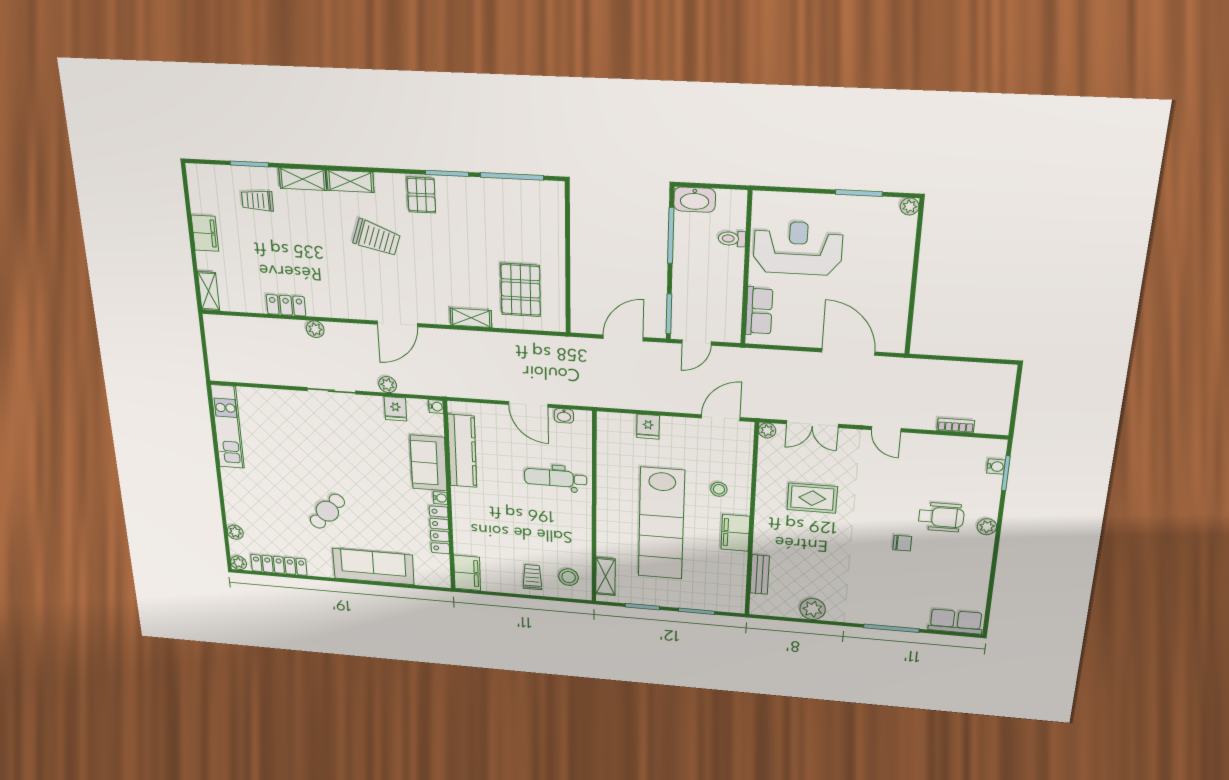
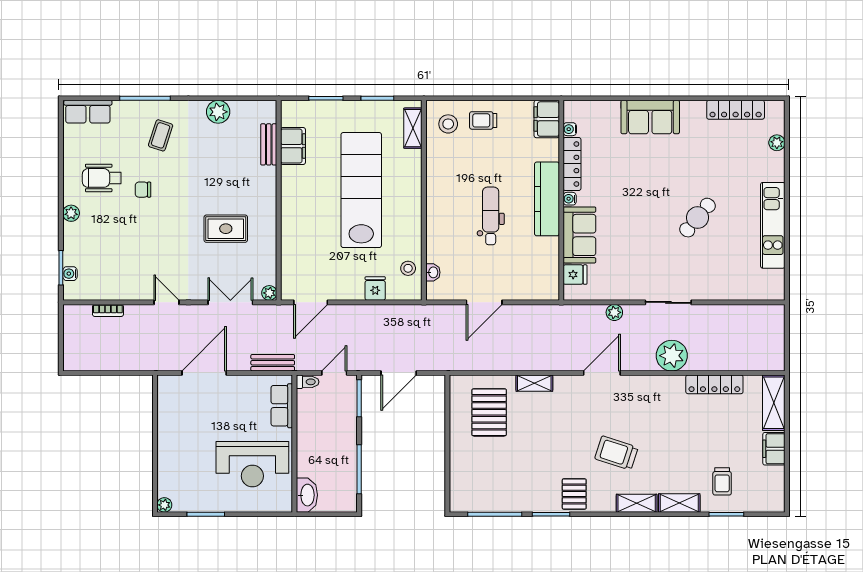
washbasin: (695, 200) -> (307, 495), moved, turned 90
trolley: (257, 201) -> (722, 481), turned 90
toilet: (732, 239) -> (308, 382), moved
shelving: (209, 291) -> (774, 403), width x1.50, depth x1.33
locker: (286, 305) -> (714, 384), width x1.53
plant: (315, 329) -> (672, 356), width x1.87, depth x1.87
door: (848, 352) -> (204, 373), swing flipped
bench: (767, 358) -> (273, 363), added
door: (528, 404) -> (484, 302), swing flipped
water cooler: (436, 406) -> (570, 129), moved
fridge: (395, 409) -> (575, 275), moved, turned 90
washbasin: (564, 416) -> (433, 272), moved, turned 90
kitchen unit: (228, 427) -> (773, 225), moved
kitchen counter: (462, 451) -> (547, 199), moved
dental chair: (556, 478) -> (491, 216), moved, turned -90
stool: (719, 489) -> (408, 268), moved
cafe table: (327, 511) -> (697, 218), moved
wheelchair: (941, 517) -> (102, 178), moved
filing cabinet: (735, 533) -> (293, 146), moved
plant: (239, 563) -> (777, 108), removed
sofa: (373, 567) -> (650, 117), width x0.73
trolley: (532, 577) -> (483, 120), turned 90
coffee table: (877, 593) -> (161, 135), added

